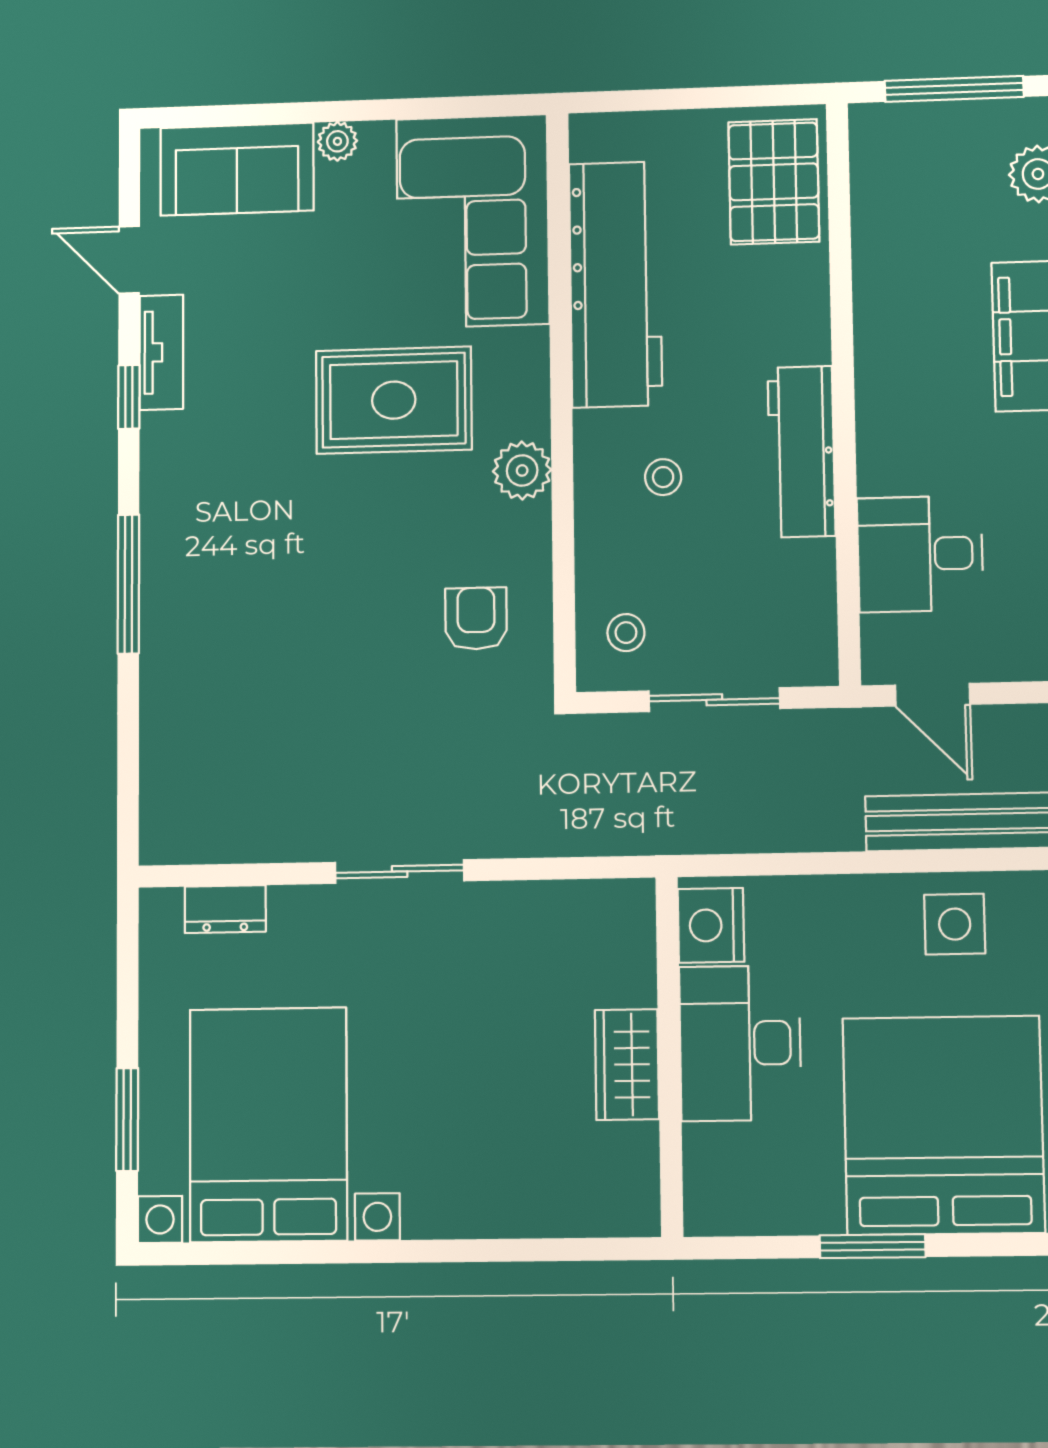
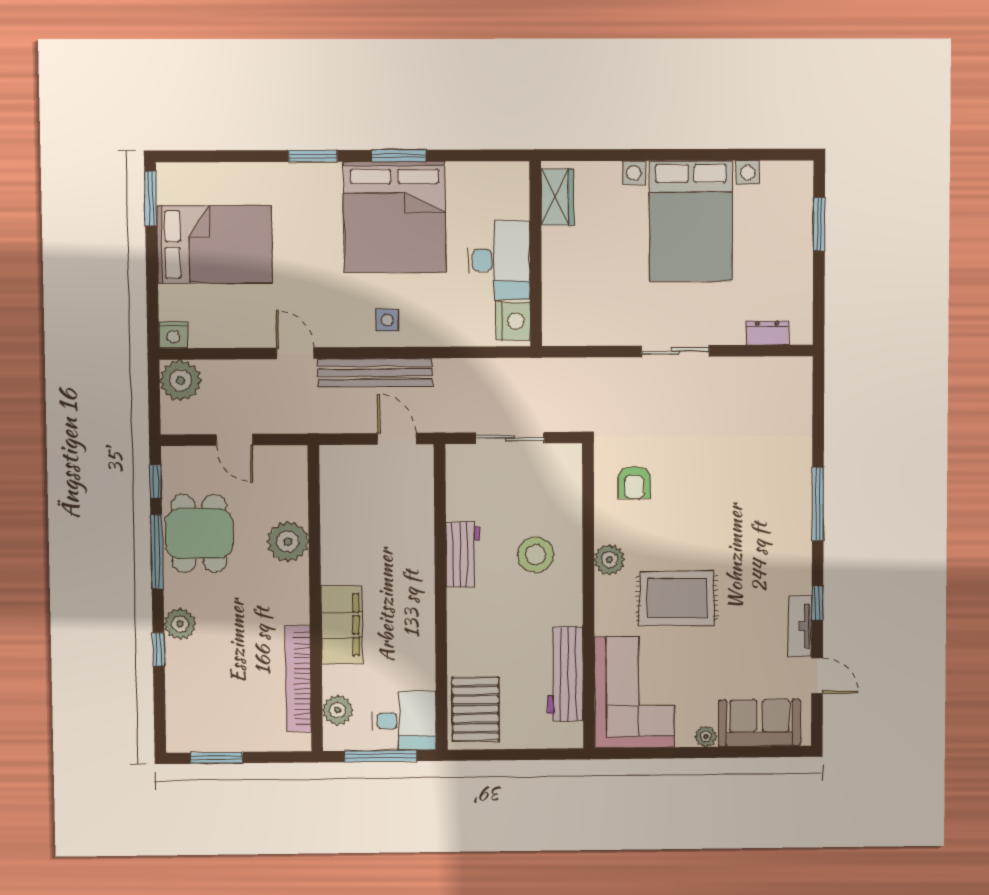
workbench: (615, 284) -> (565, 674), width x0.73, depth x0.76
workbench: (801, 452) -> (463, 555), width x0.73
stool: (663, 477) -> (535, 555), width x1.89, depth x1.89
desk: (920, 554) -> (404, 721), moved
stool: (626, 633) -> (556, 474), removed
side table: (955, 924) -> (387, 320), width x0.73, depth x0.73
wardrobe: (627, 1065) -> (557, 197), moved
bed with nightstands: (268, 1125) -> (691, 221), moved
window: (872, 1246) -> (399, 156), moved

